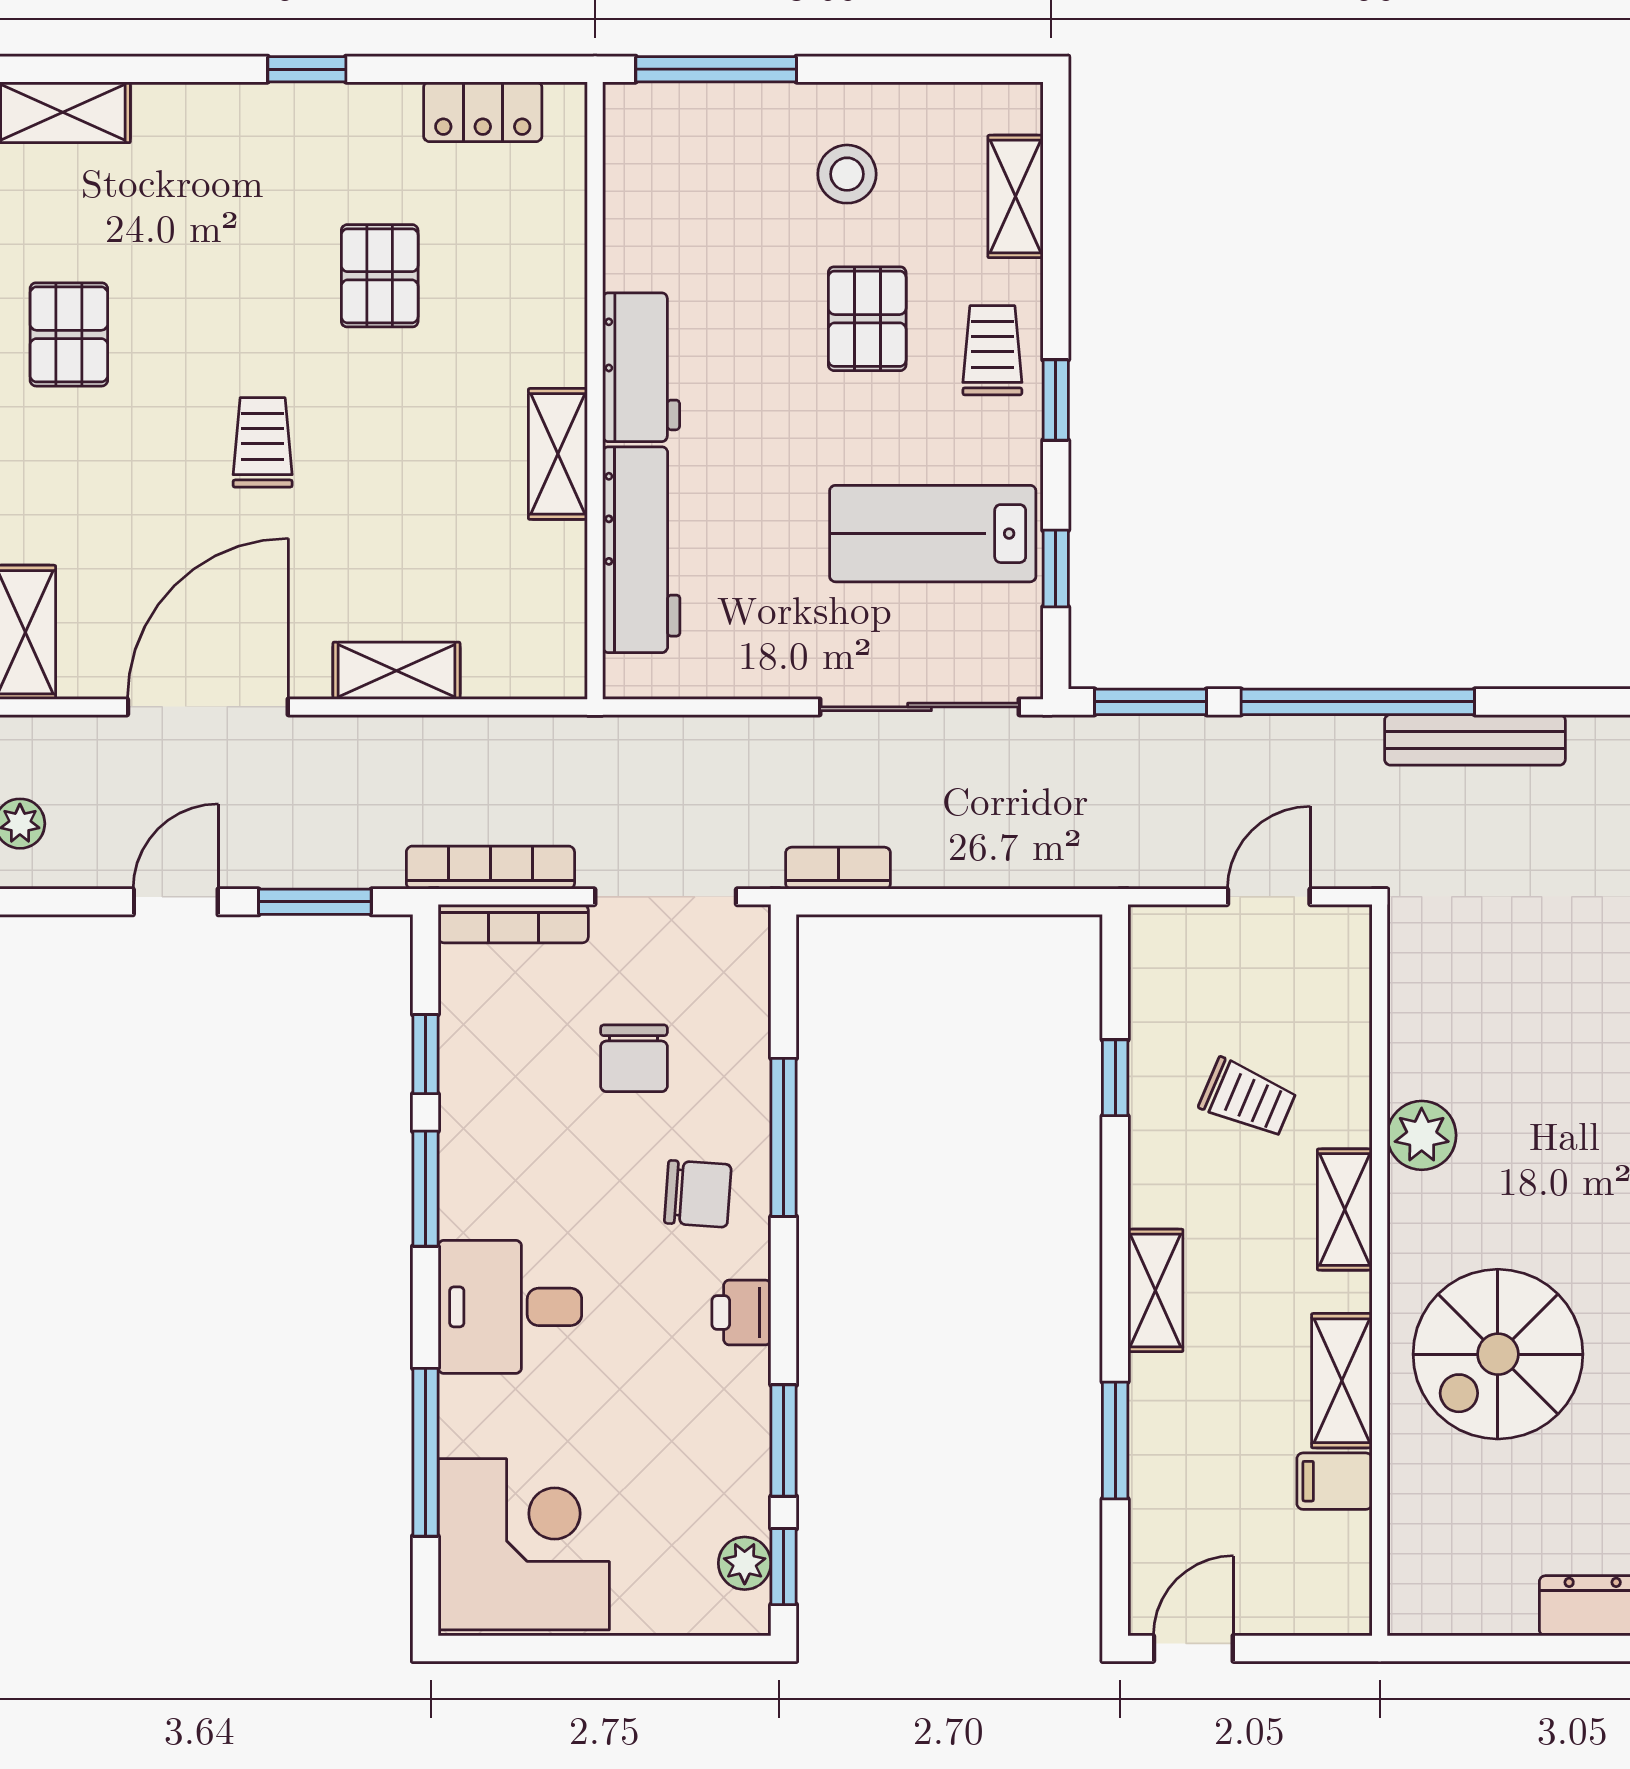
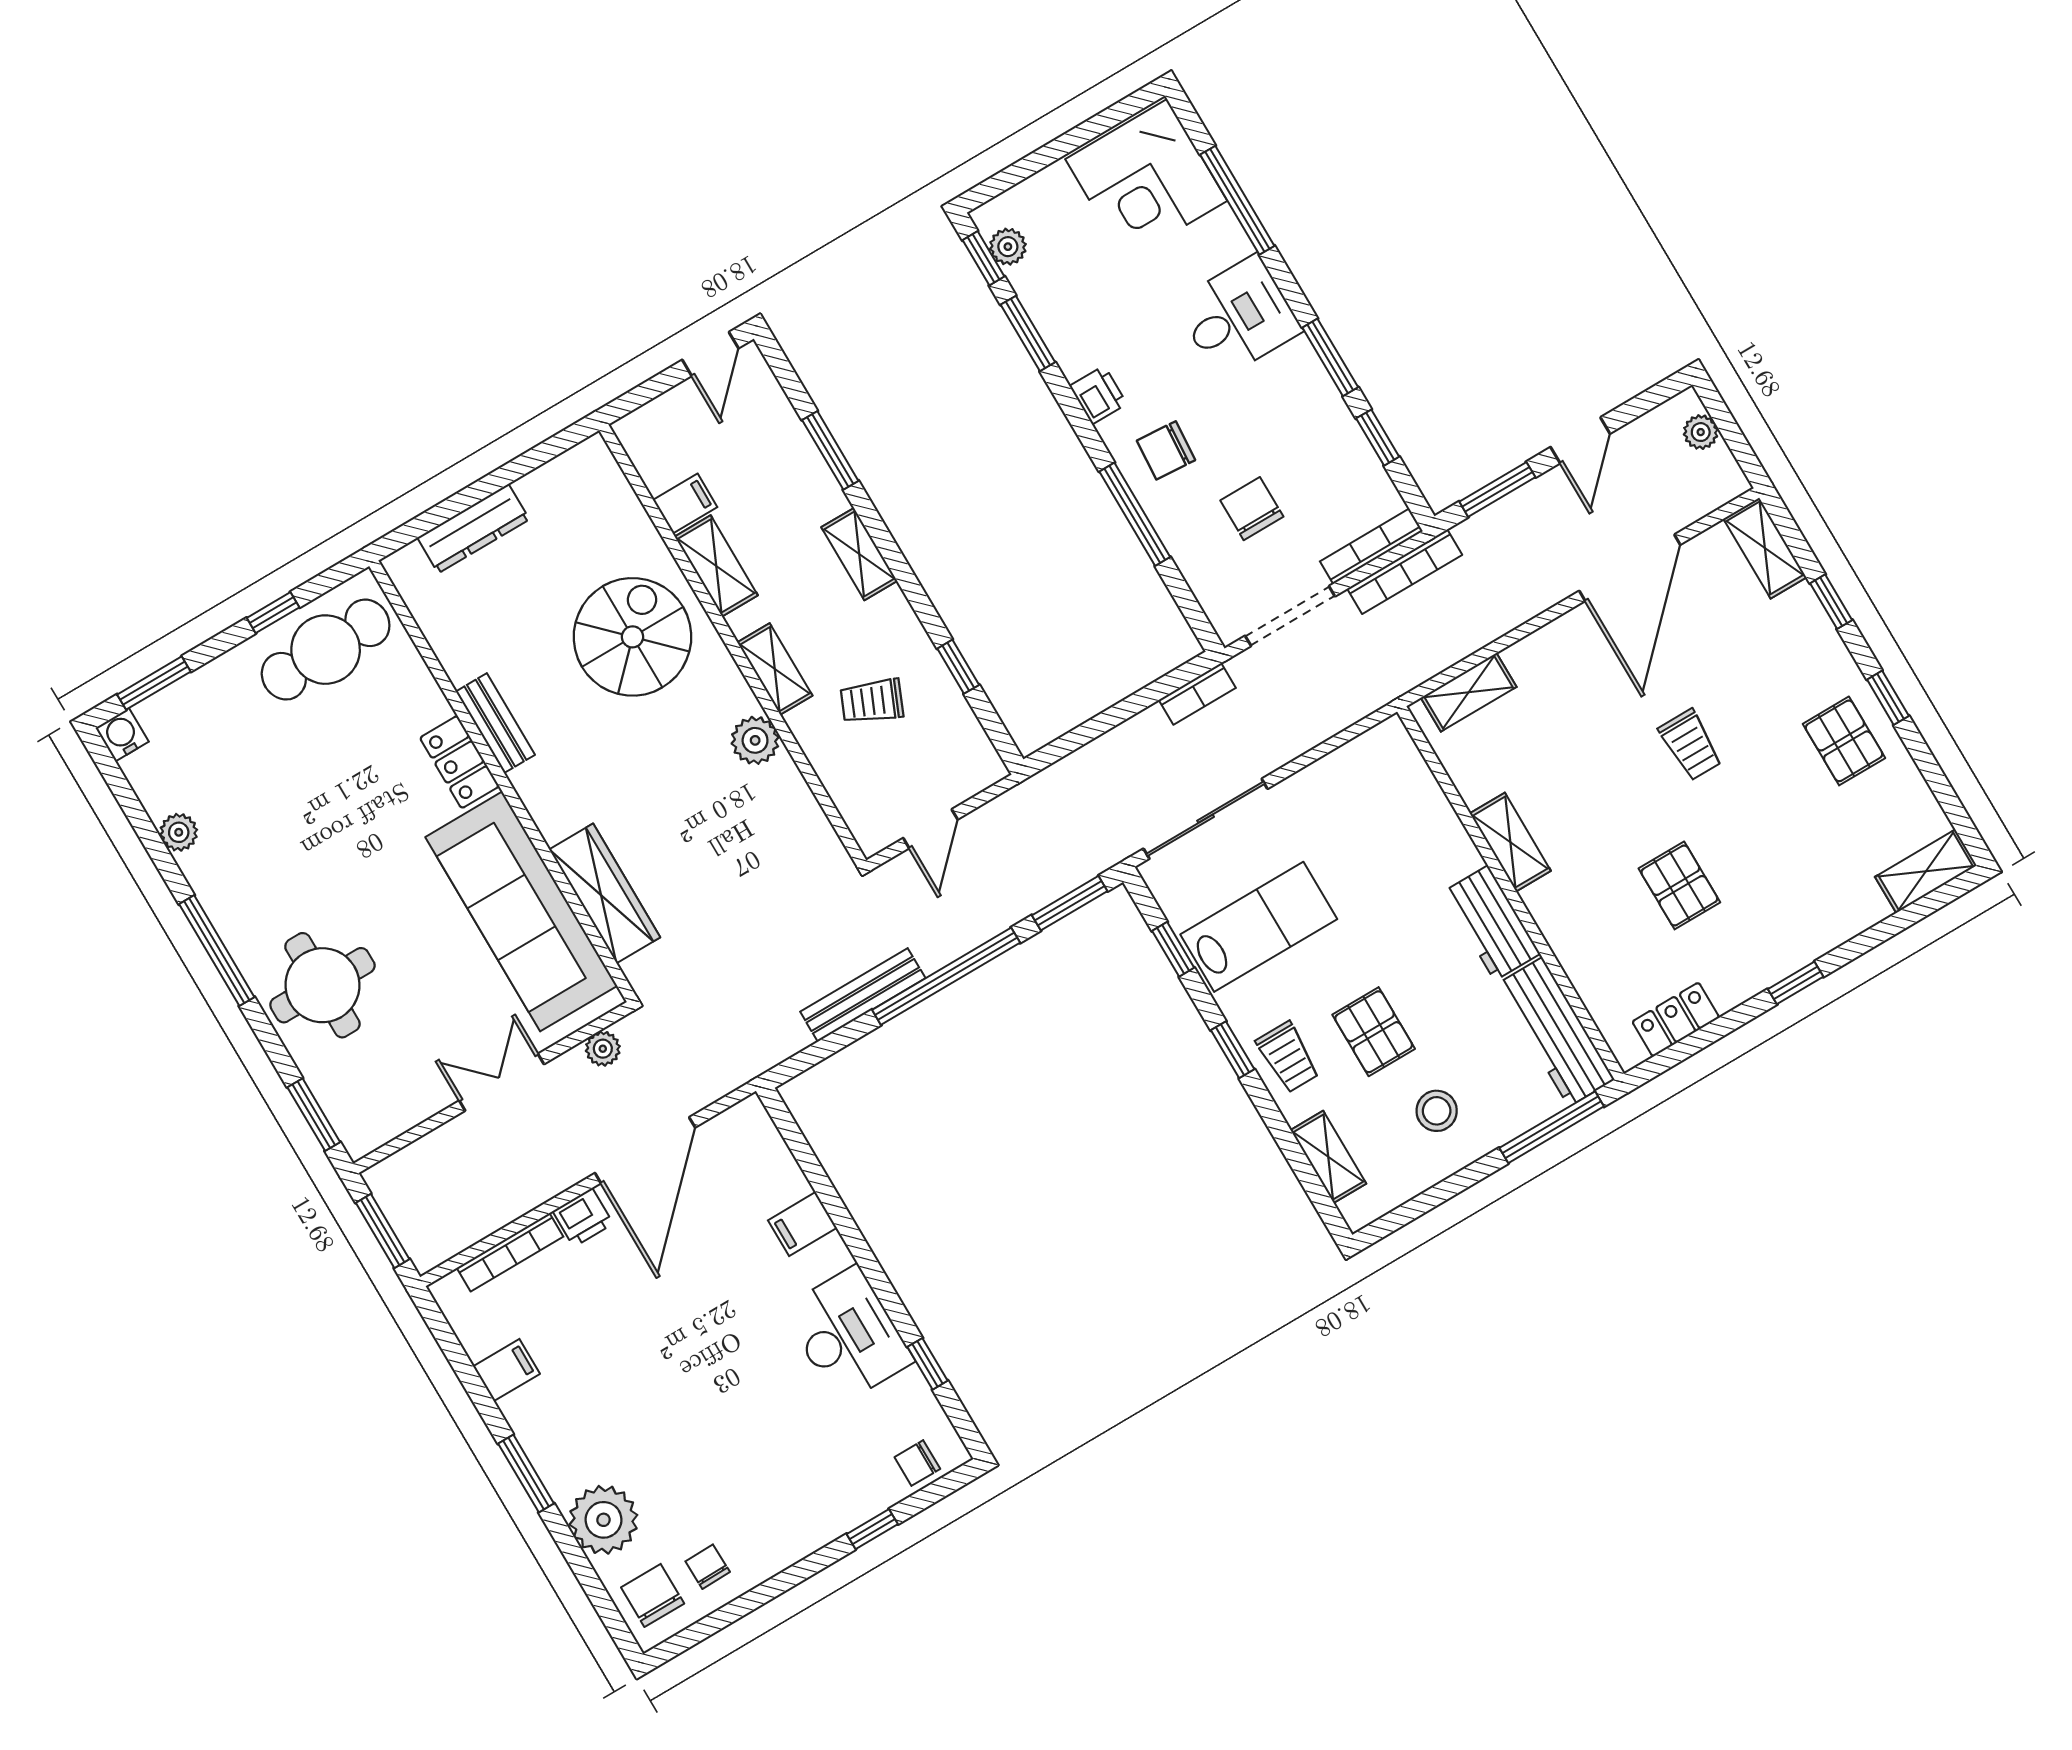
workbench: (641, 550) -> (1555, 1032), moved
shelving: (396, 671) -> (1469, 692), moved

